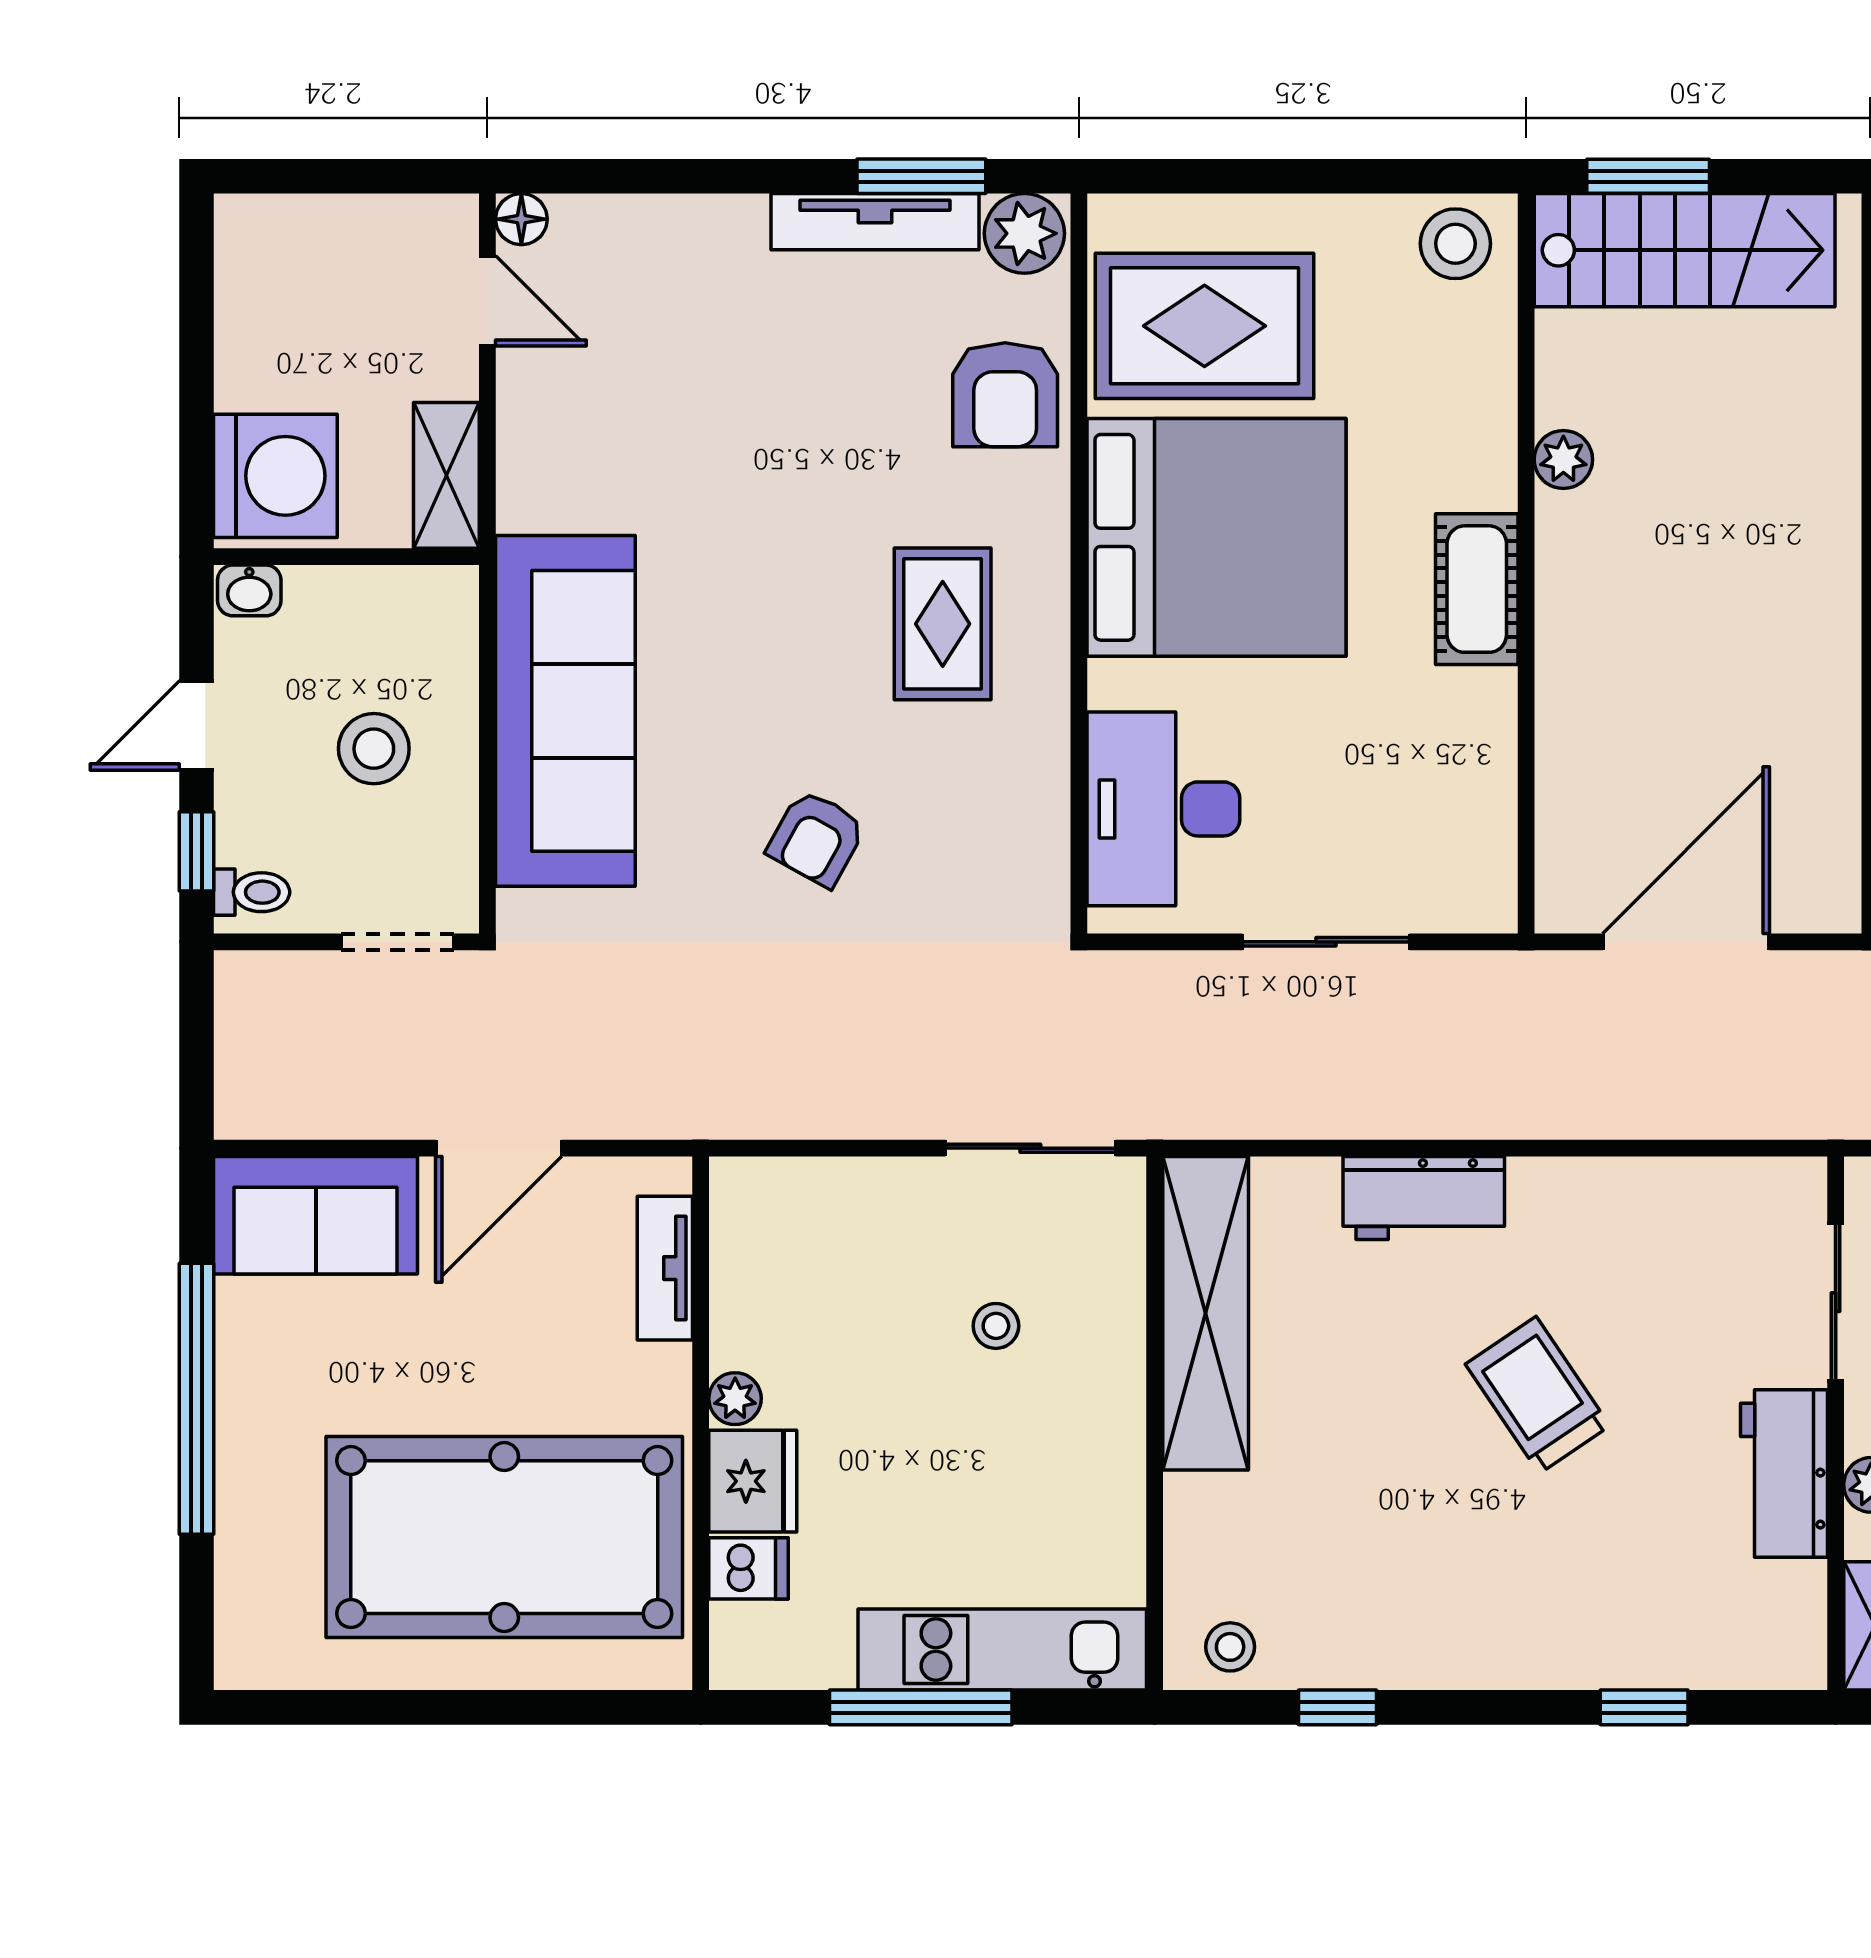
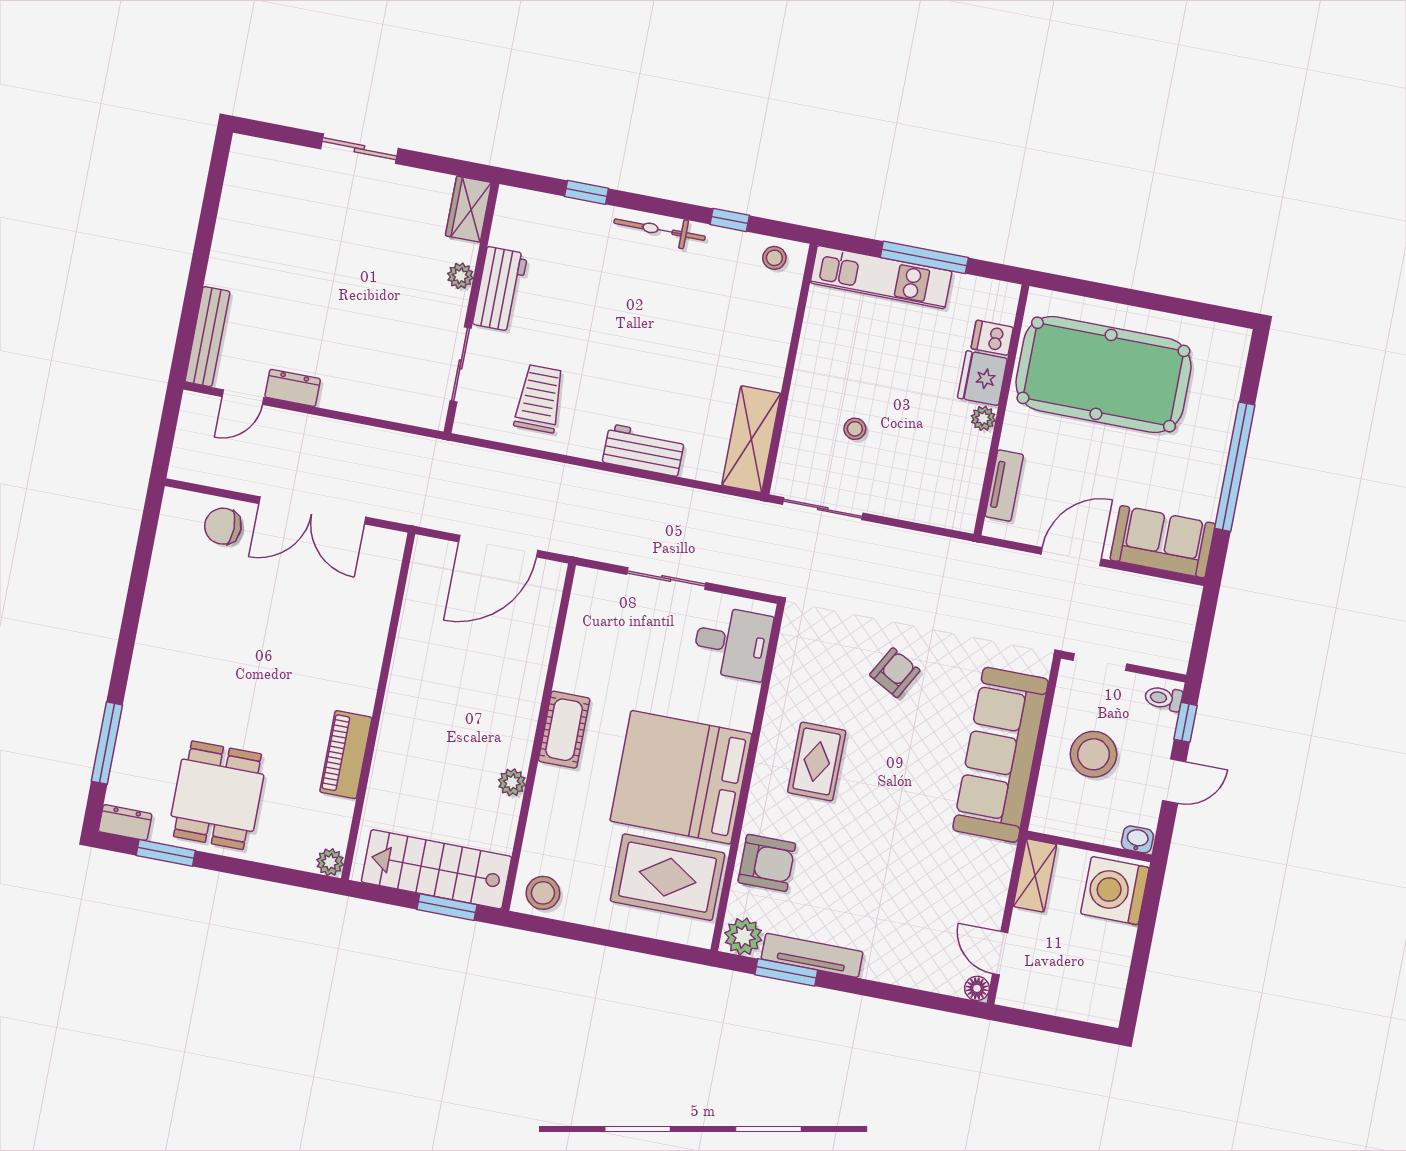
armchair: (1005, 395) -> (767, 863), turned 90
stool: (374, 749) -> (1094, 754), width x1.38, depth x1.38
desk: (1163, 809) -> (733, 643), width x0.73
shelving: (1206, 1313) -> (751, 439), width x0.68
trolley: (1538, 1395) -> (539, 399), moved, turned -146
bicycle: (1478, 1659) -> (660, 230), added

